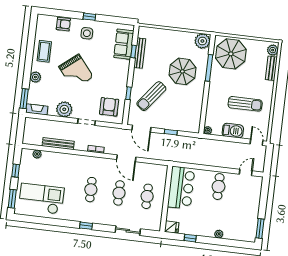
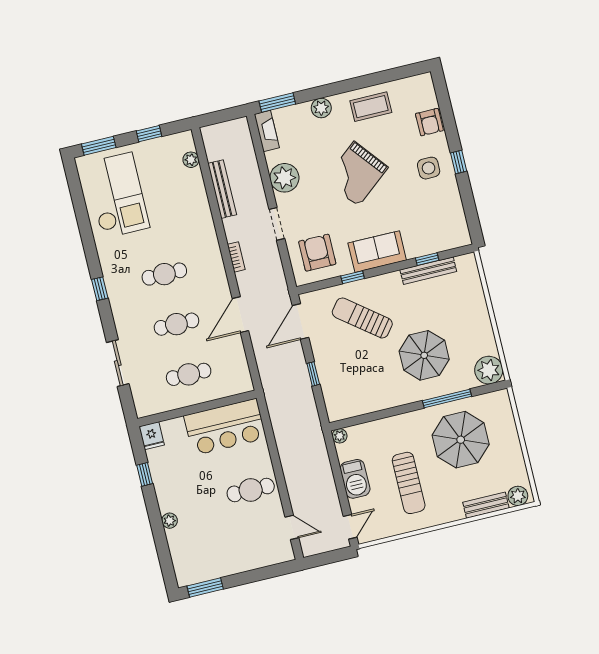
sofa: (124, 44) -> (377, 252), moved
parasol: (231, 54) -> (461, 440), moved
armchair: (109, 107) -> (317, 253), turned -90

